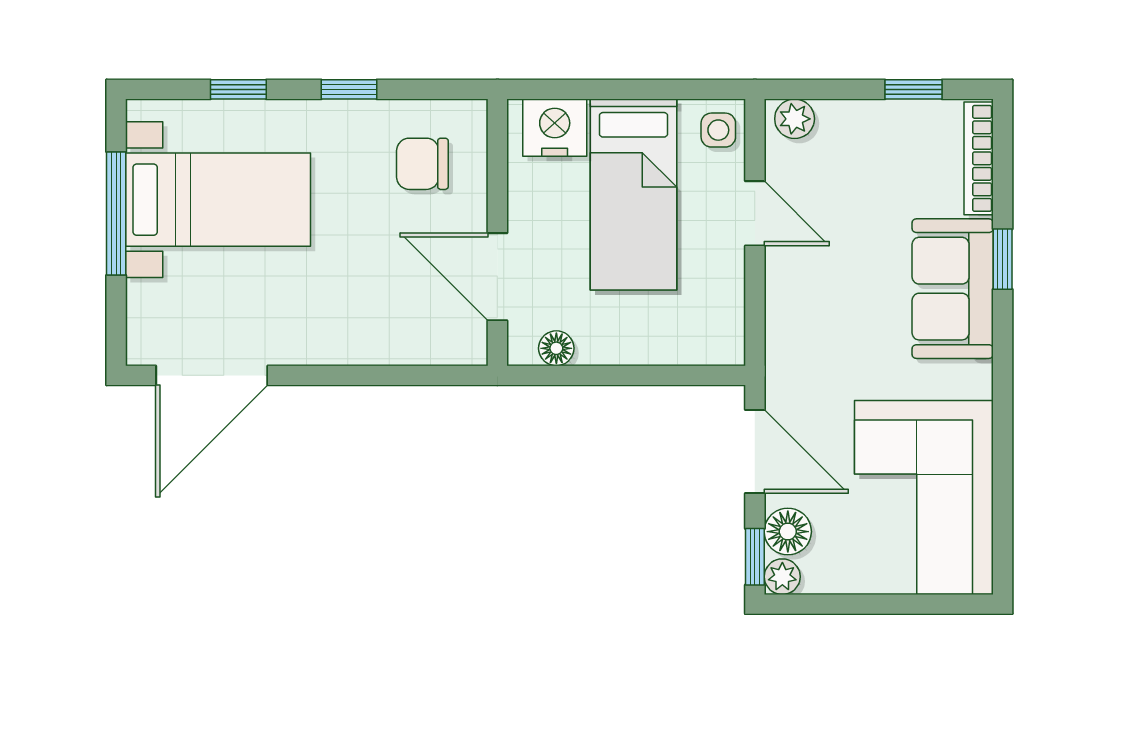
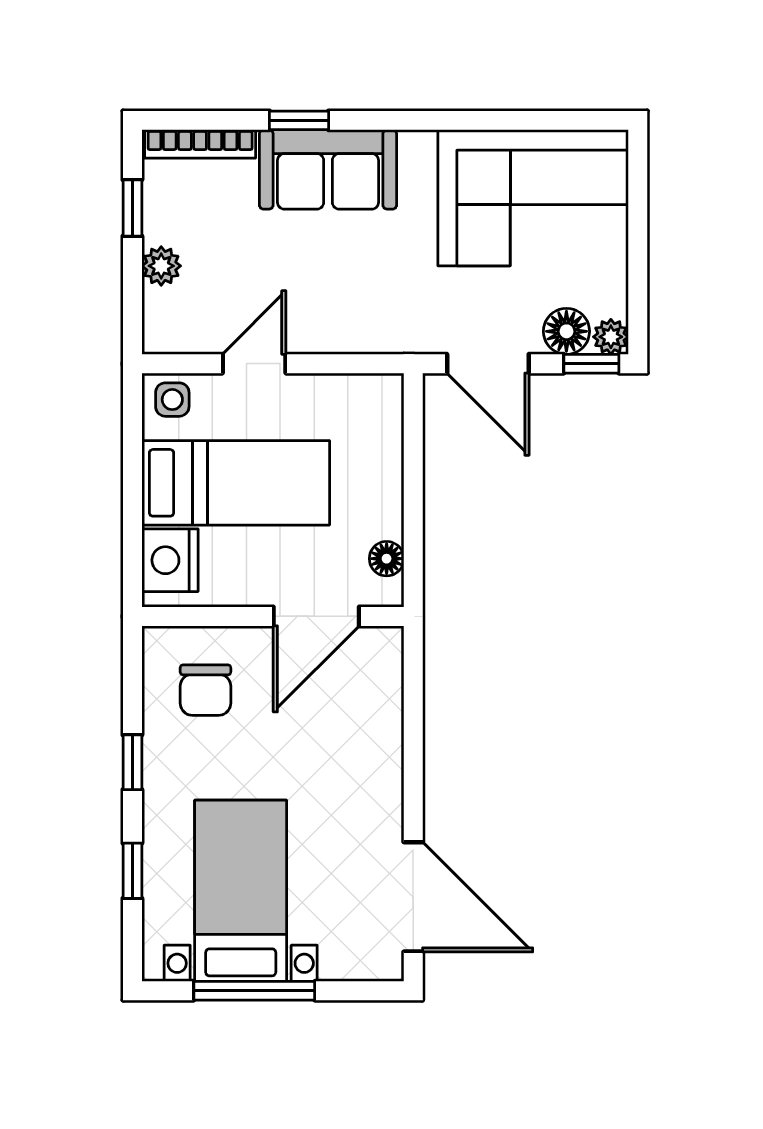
plant: (795, 119) -> (161, 266), moved
door: (755, 451) -> (488, 364), swing flipped

